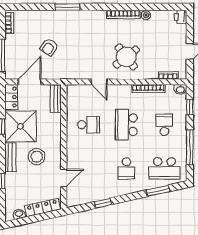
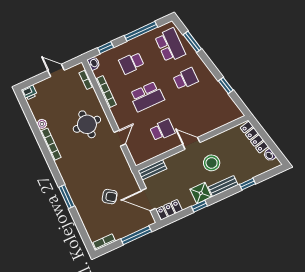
round table: (126, 57) -> (87, 124), turned 38
school desk: (88, 125) -> (162, 130), turned 90
shower: (21, 126) -> (201, 193), width x0.54, depth x0.54
door: (64, 178) -> (191, 143), moved

